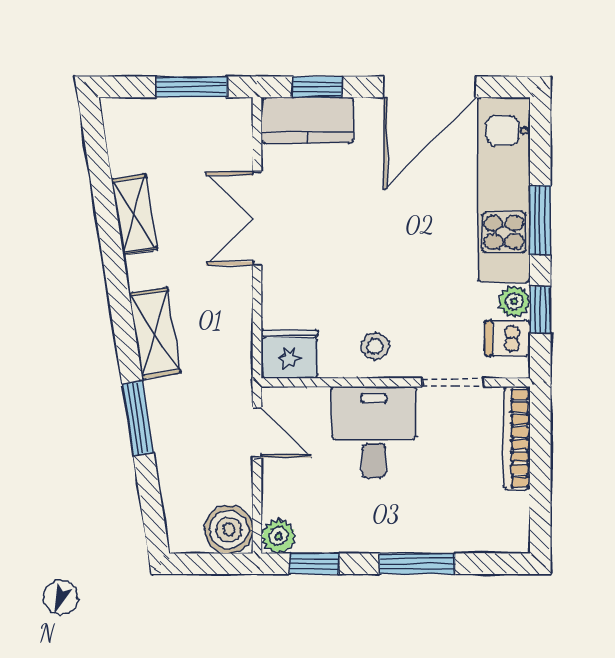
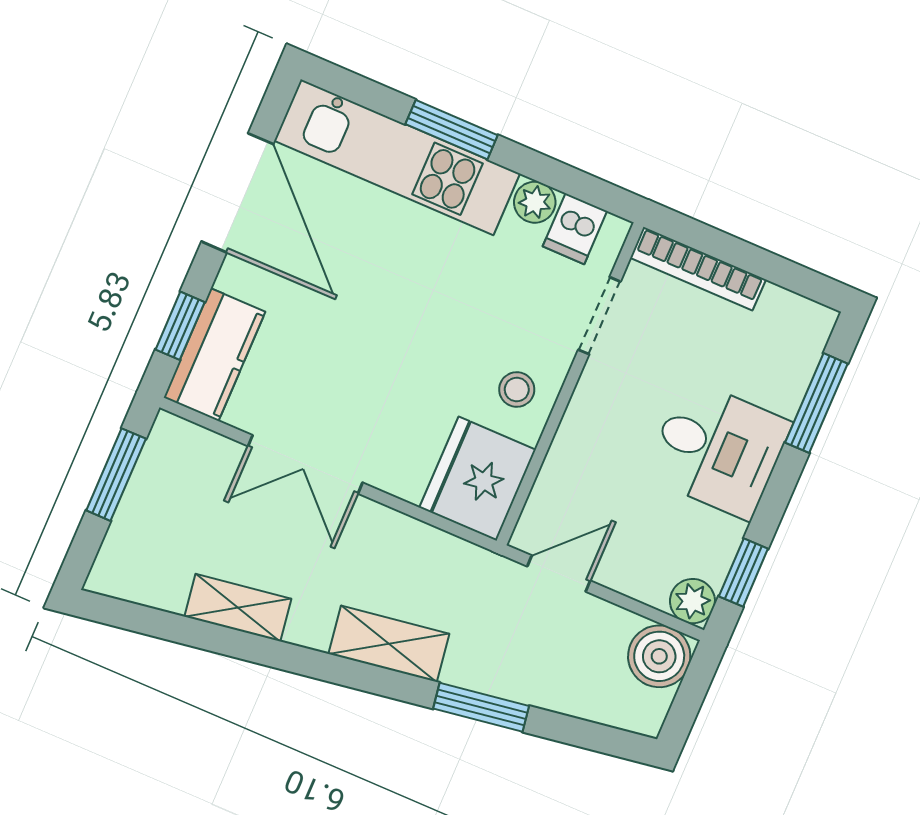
window: (540, 310) -> (558, 175), removed
fridge: (289, 354) -> (478, 479), width x1.36, depth x1.34
desk: (374, 432) -> (718, 449), moved, turned 180
window: (417, 564) -> (816, 403), moved

